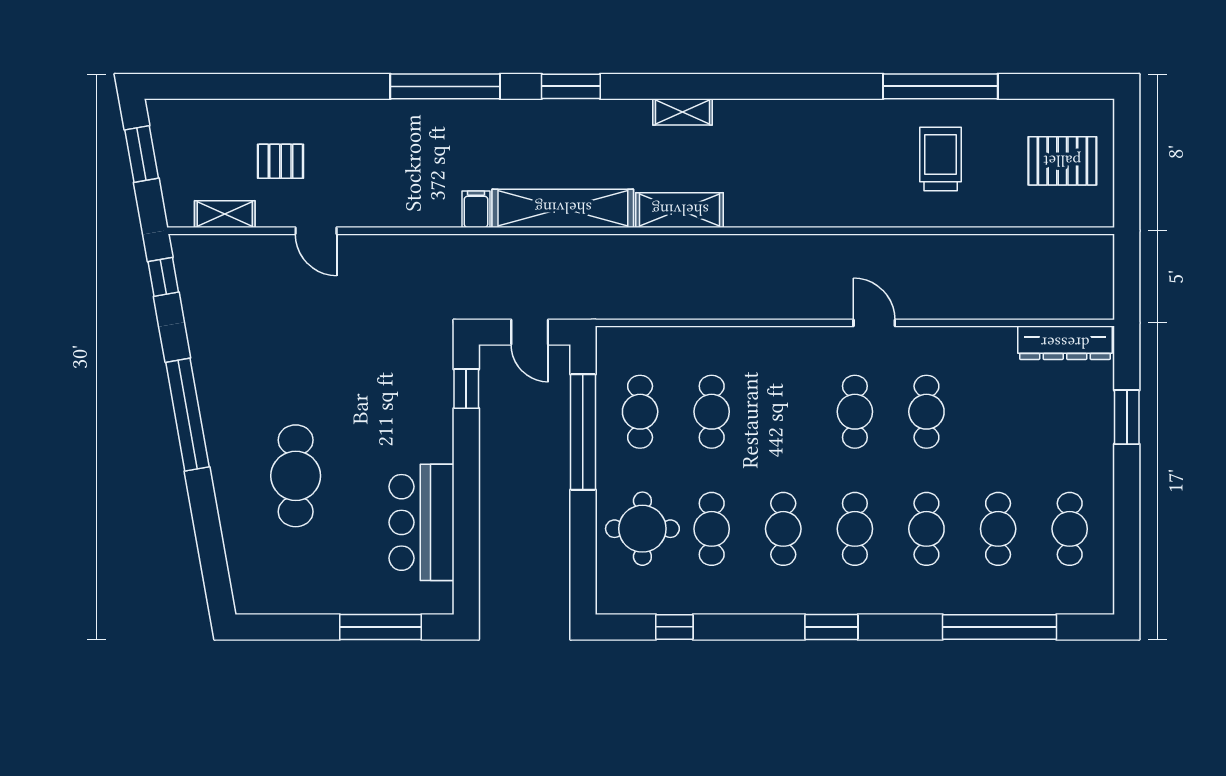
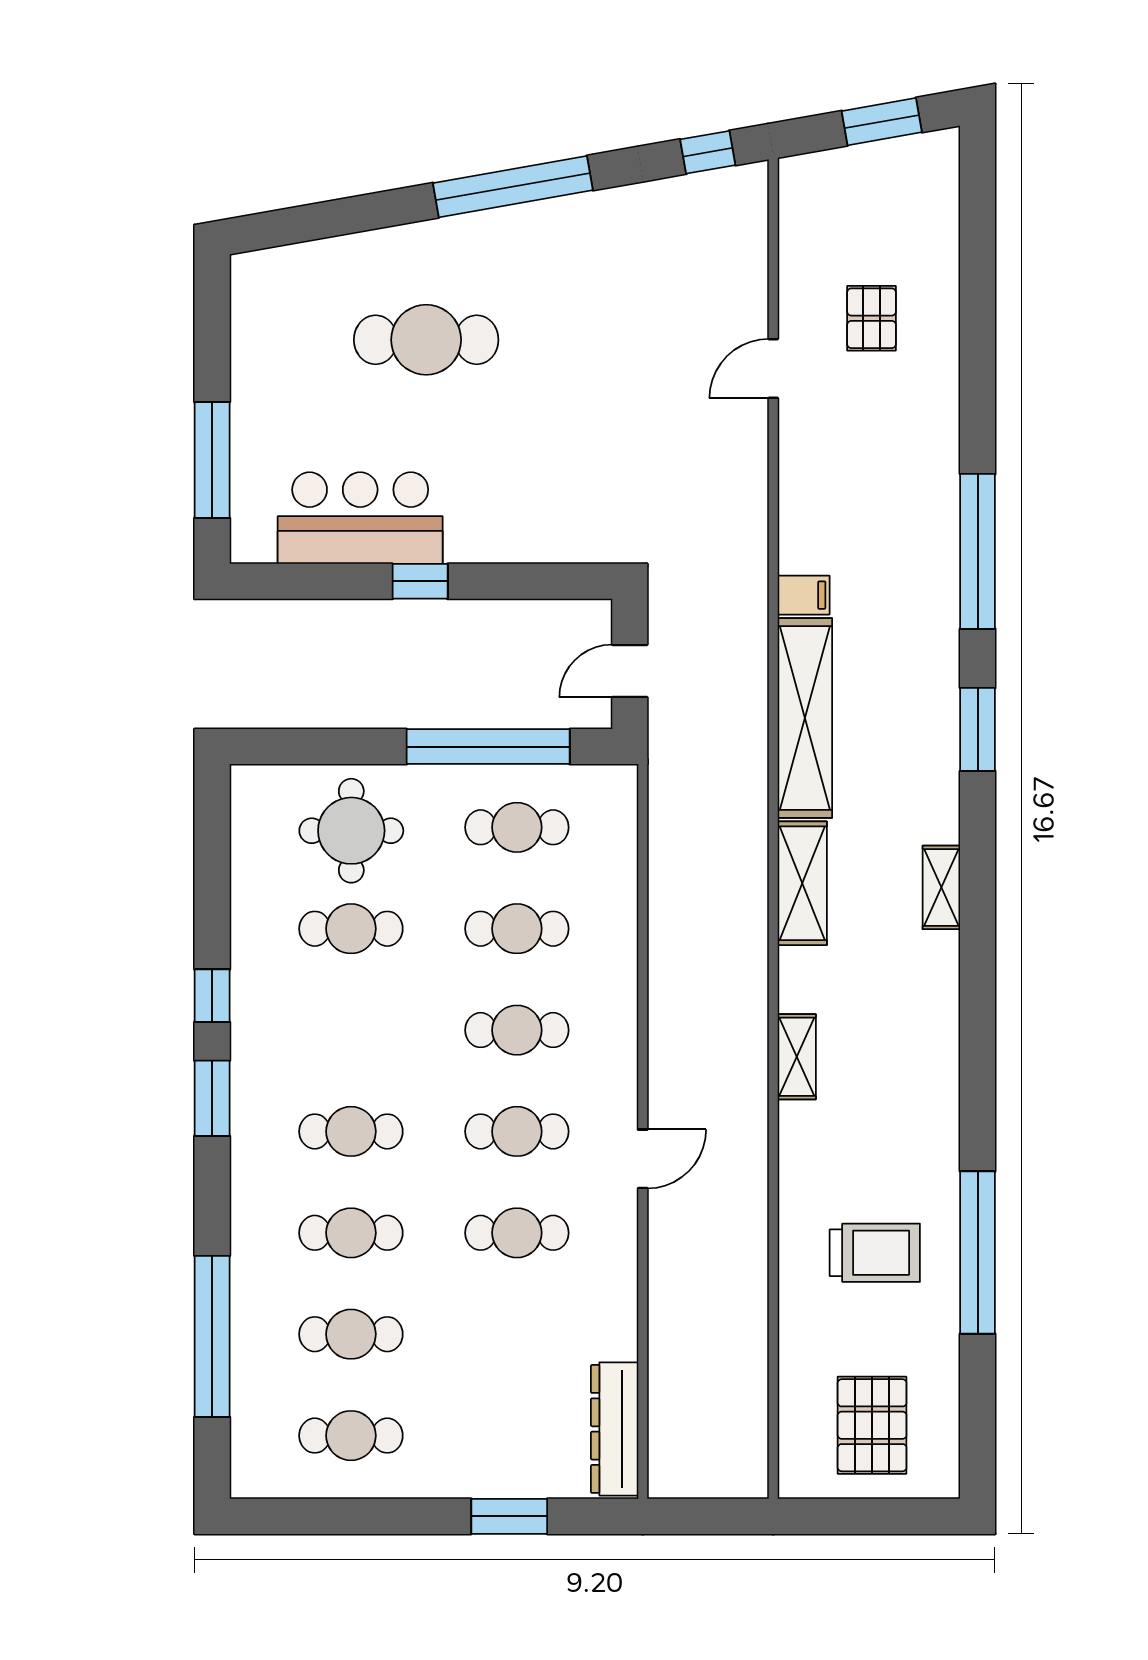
shelving: (225, 214) -> (797, 1057), moved
window: (466, 389) -> (420, 581), moved
cafe table: (783, 529) -> (517, 1030), moved
window: (674, 627) -> (212, 996), moved

